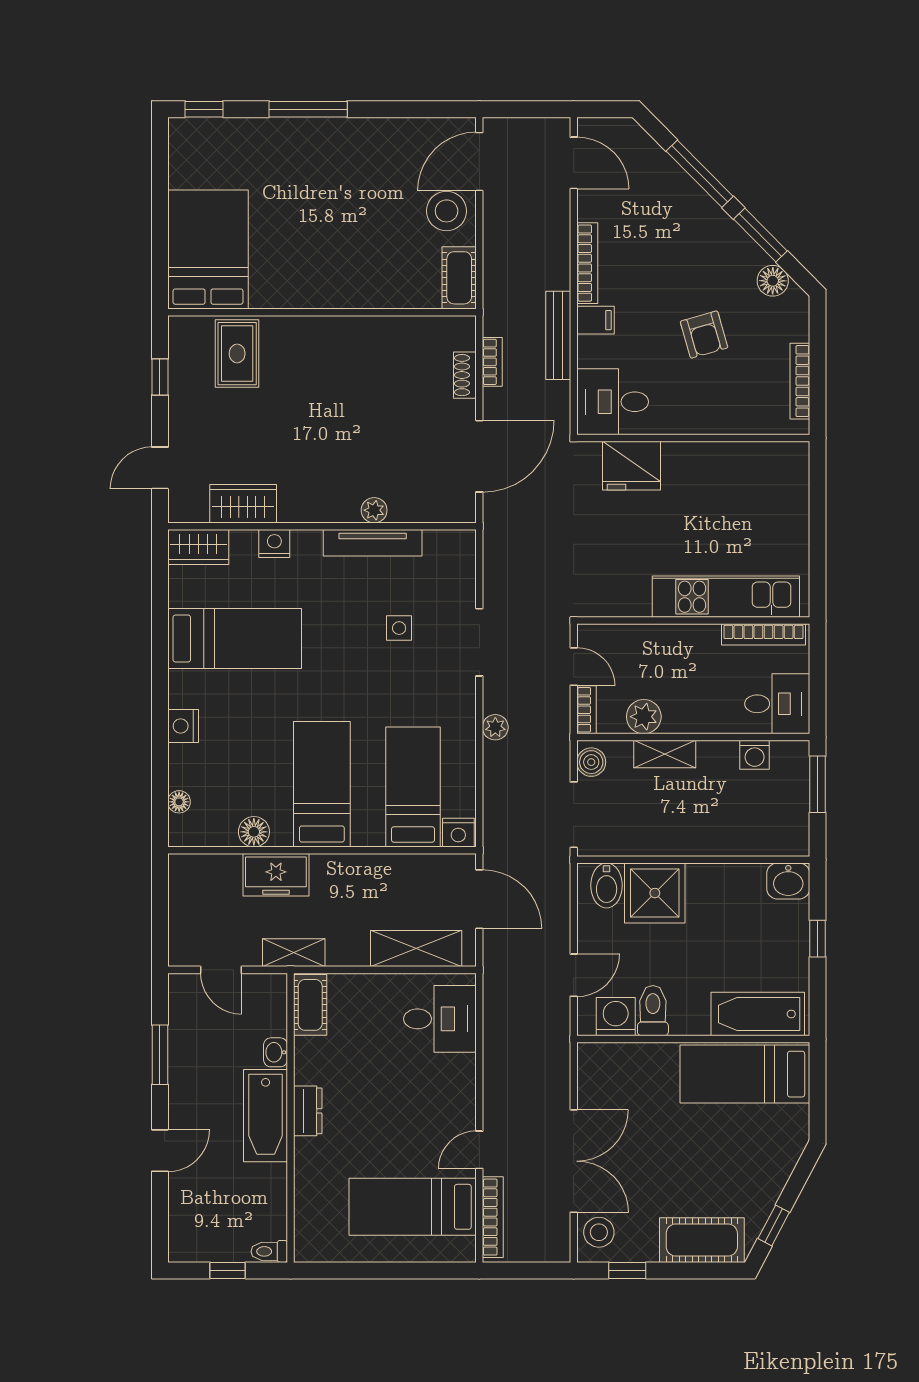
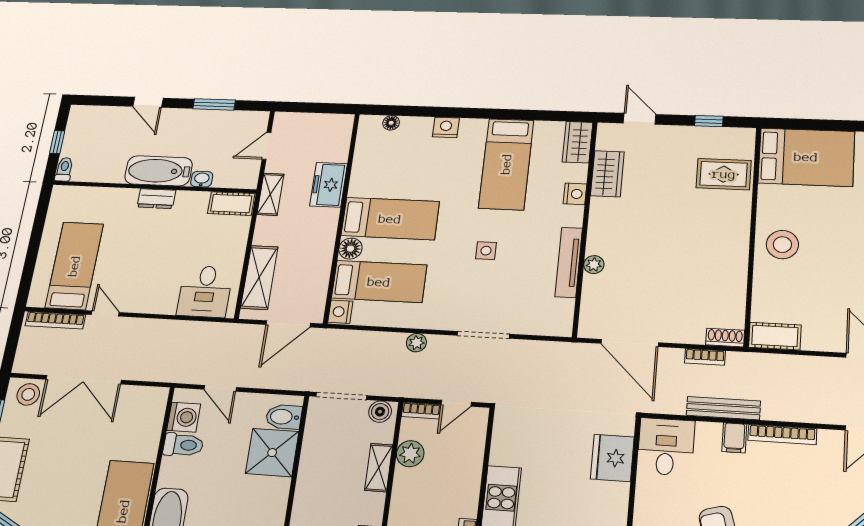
stool: (447, 211) -> (782, 245), moved
shoe rack: (465, 375) -> (725, 338), moved
side table: (399, 628) -> (486, 251), moved
floor lamp: (254, 832) -> (350, 249), moved

